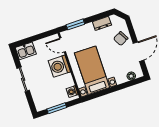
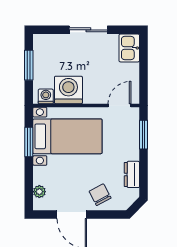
washing machine: (59, 66) -> (68, 90), moved
window: (103, 93) -> (29, 142), added

